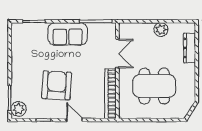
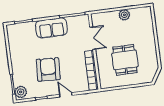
dresser: (189, 48) -> (149, 26), removed
dining table: (154, 86) -> (125, 60), width x0.73

